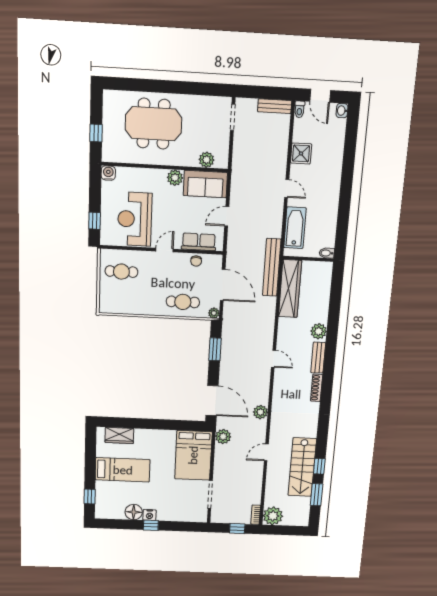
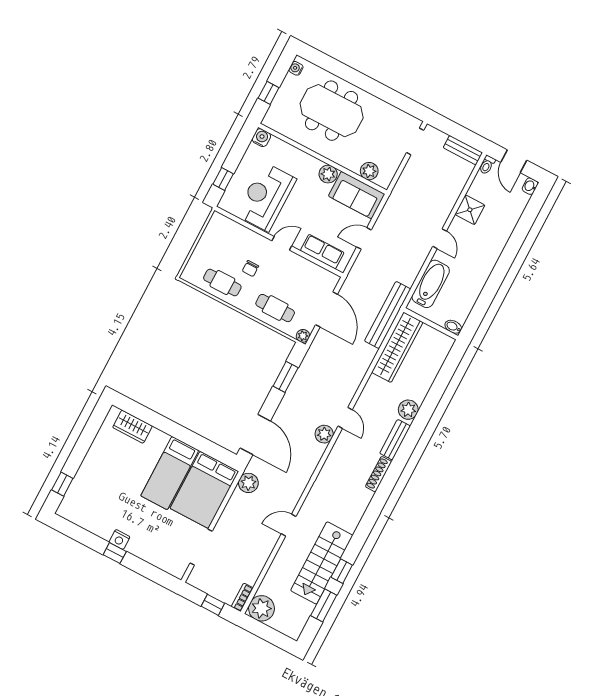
water cooler: (108, 102) -> (296, 68), added
chair: (196, 261) -> (250, 269), moved
cafe table: (121, 272) -> (222, 282), moved
plant: (260, 412) -> (324, 434), moved
bed: (123, 470) -> (170, 473), moved, turned 90
floor lamp: (134, 512) -> (103, 527), removed

